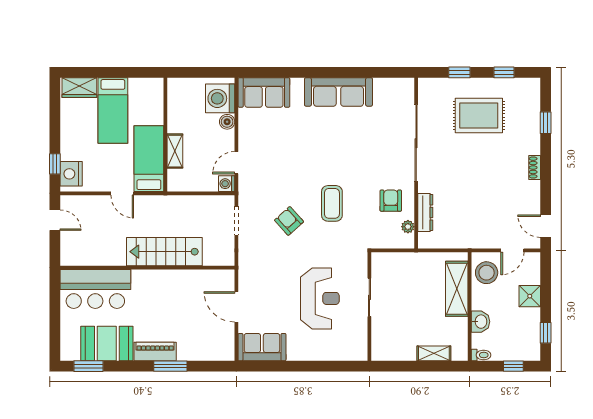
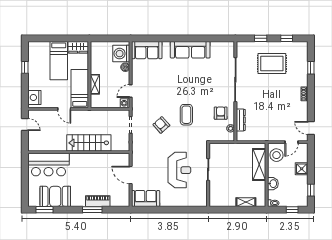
wardrobe: (79, 88) -> (78, 47), moved
window: (55, 164) -> (25, 67), moved
piano: (155, 352) -> (98, 201), moved

